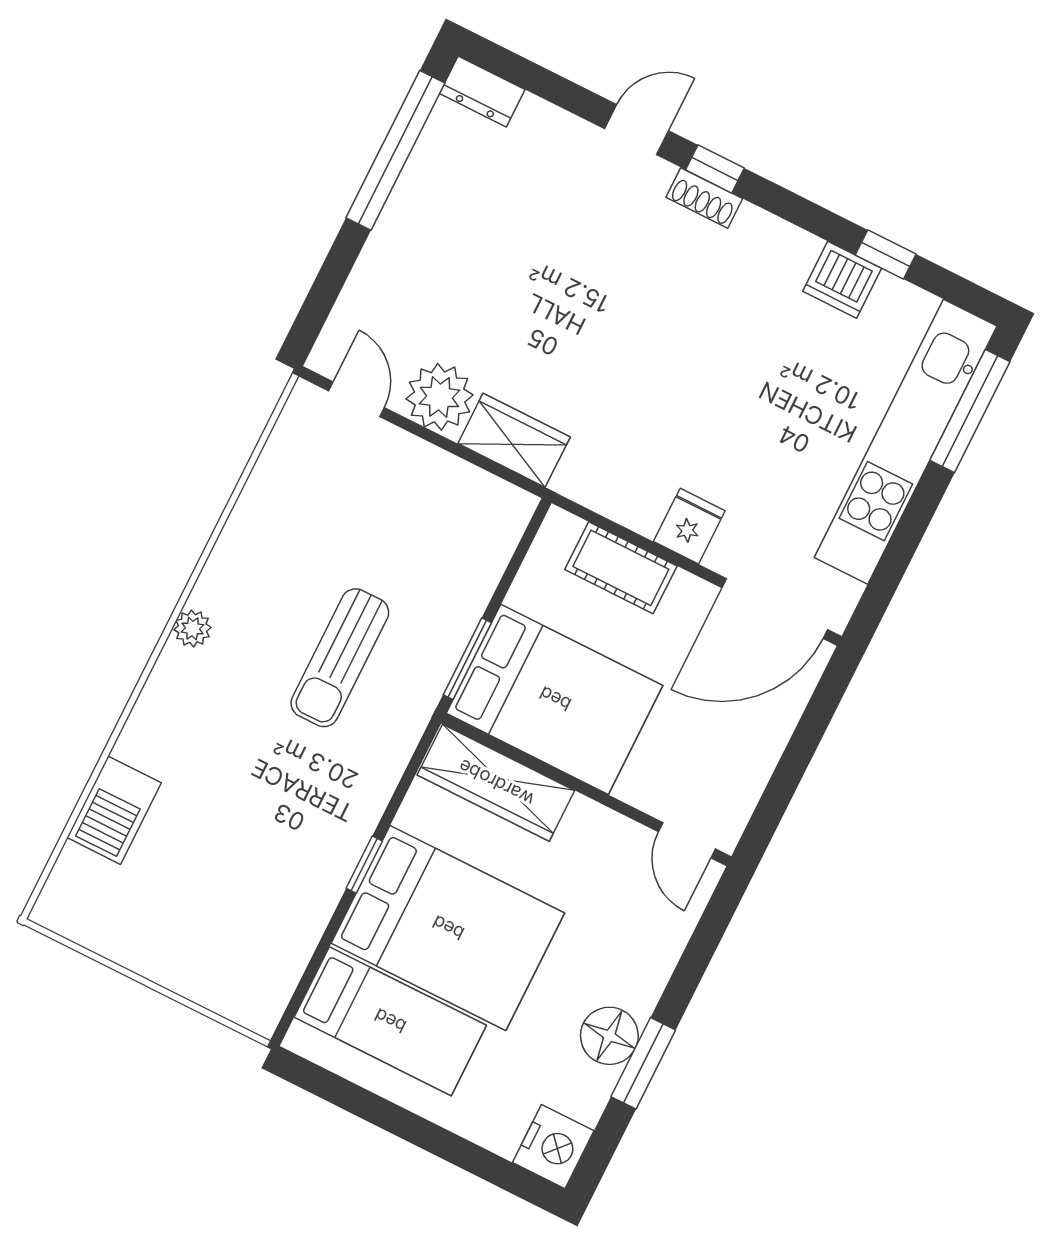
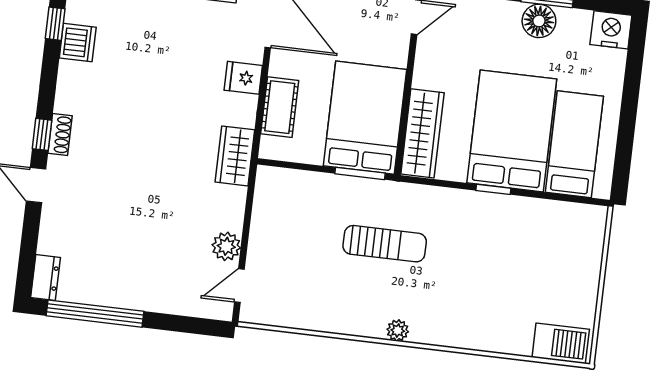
plant: (440, 397) -> (226, 246), width x0.73, depth x0.73
wardrobe: (514, 440) -> (235, 156), moved
barbecue: (114, 810) -> (561, 343), moved

